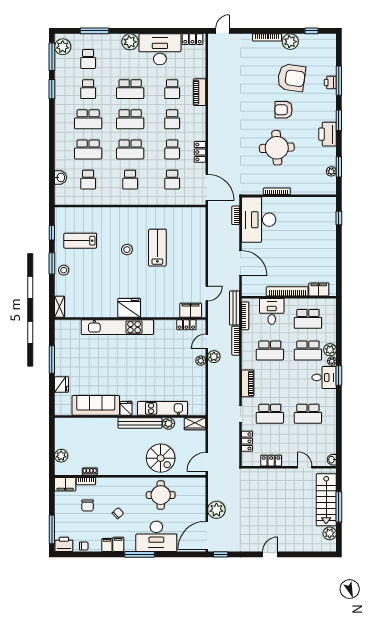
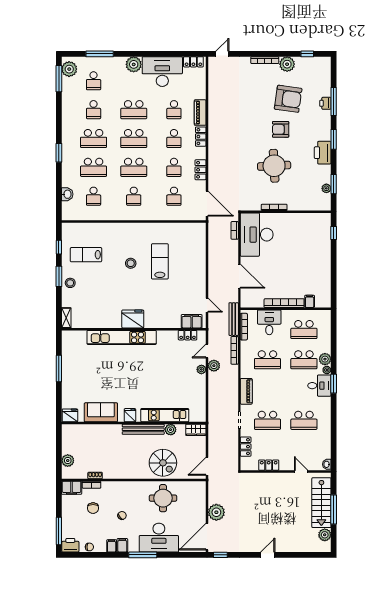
window: (52, 89) -> (59, 153), moved
locker: (200, 117) -> (201, 137), added
filing cabinet: (319, 289) -> (310, 301), width x0.50
door: (207, 293) -> (207, 305), hinge flipped
fridge: (62, 385) -> (70, 415), moved, turned -90
sofa: (96, 405) -> (101, 412), width x0.73

